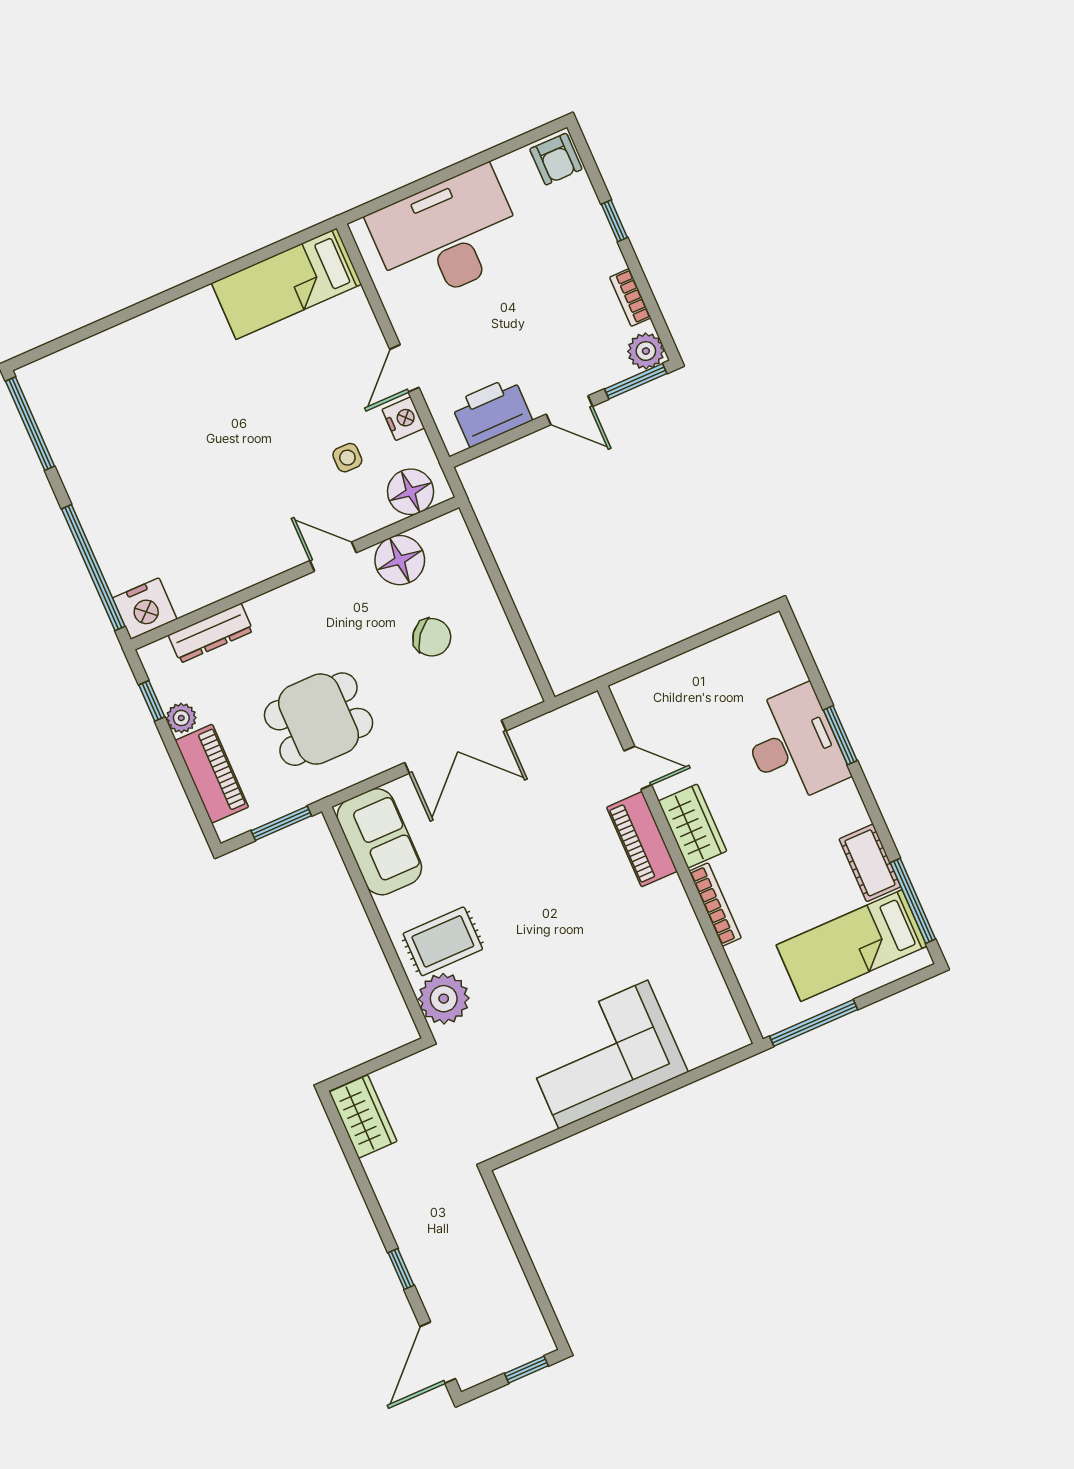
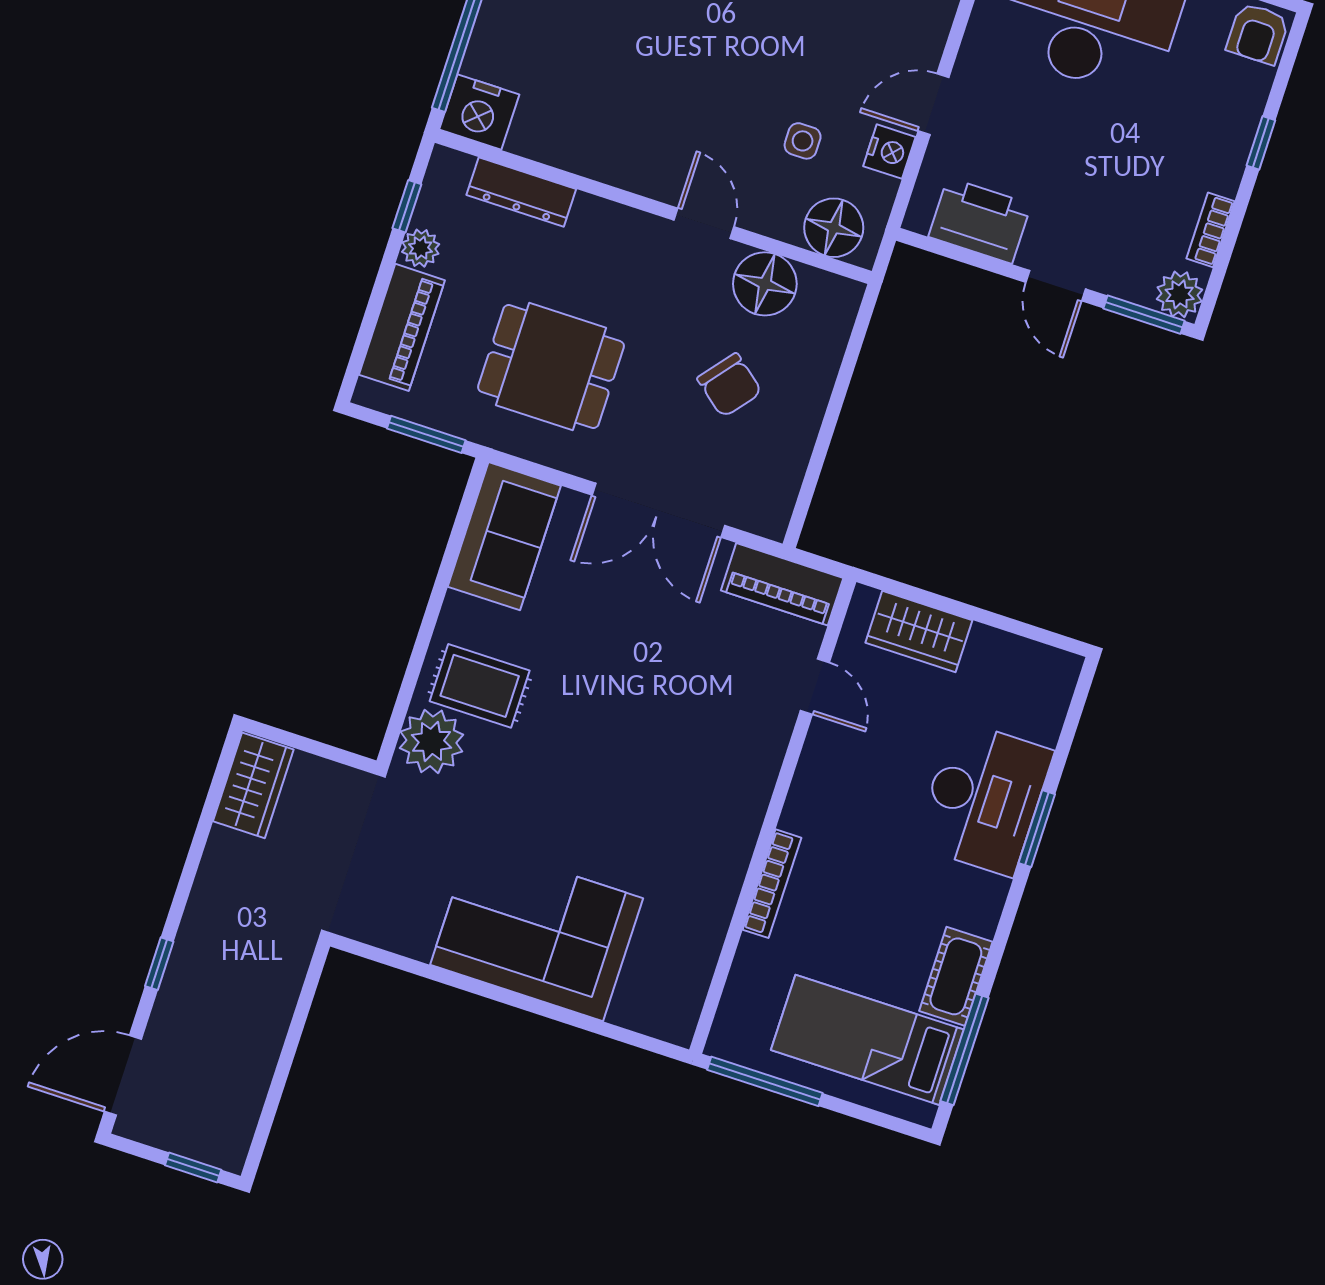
wardrobe: (692, 826) -> (919, 631), moved, turned 90
piano: (642, 839) -> (782, 584), moved, turned -90

